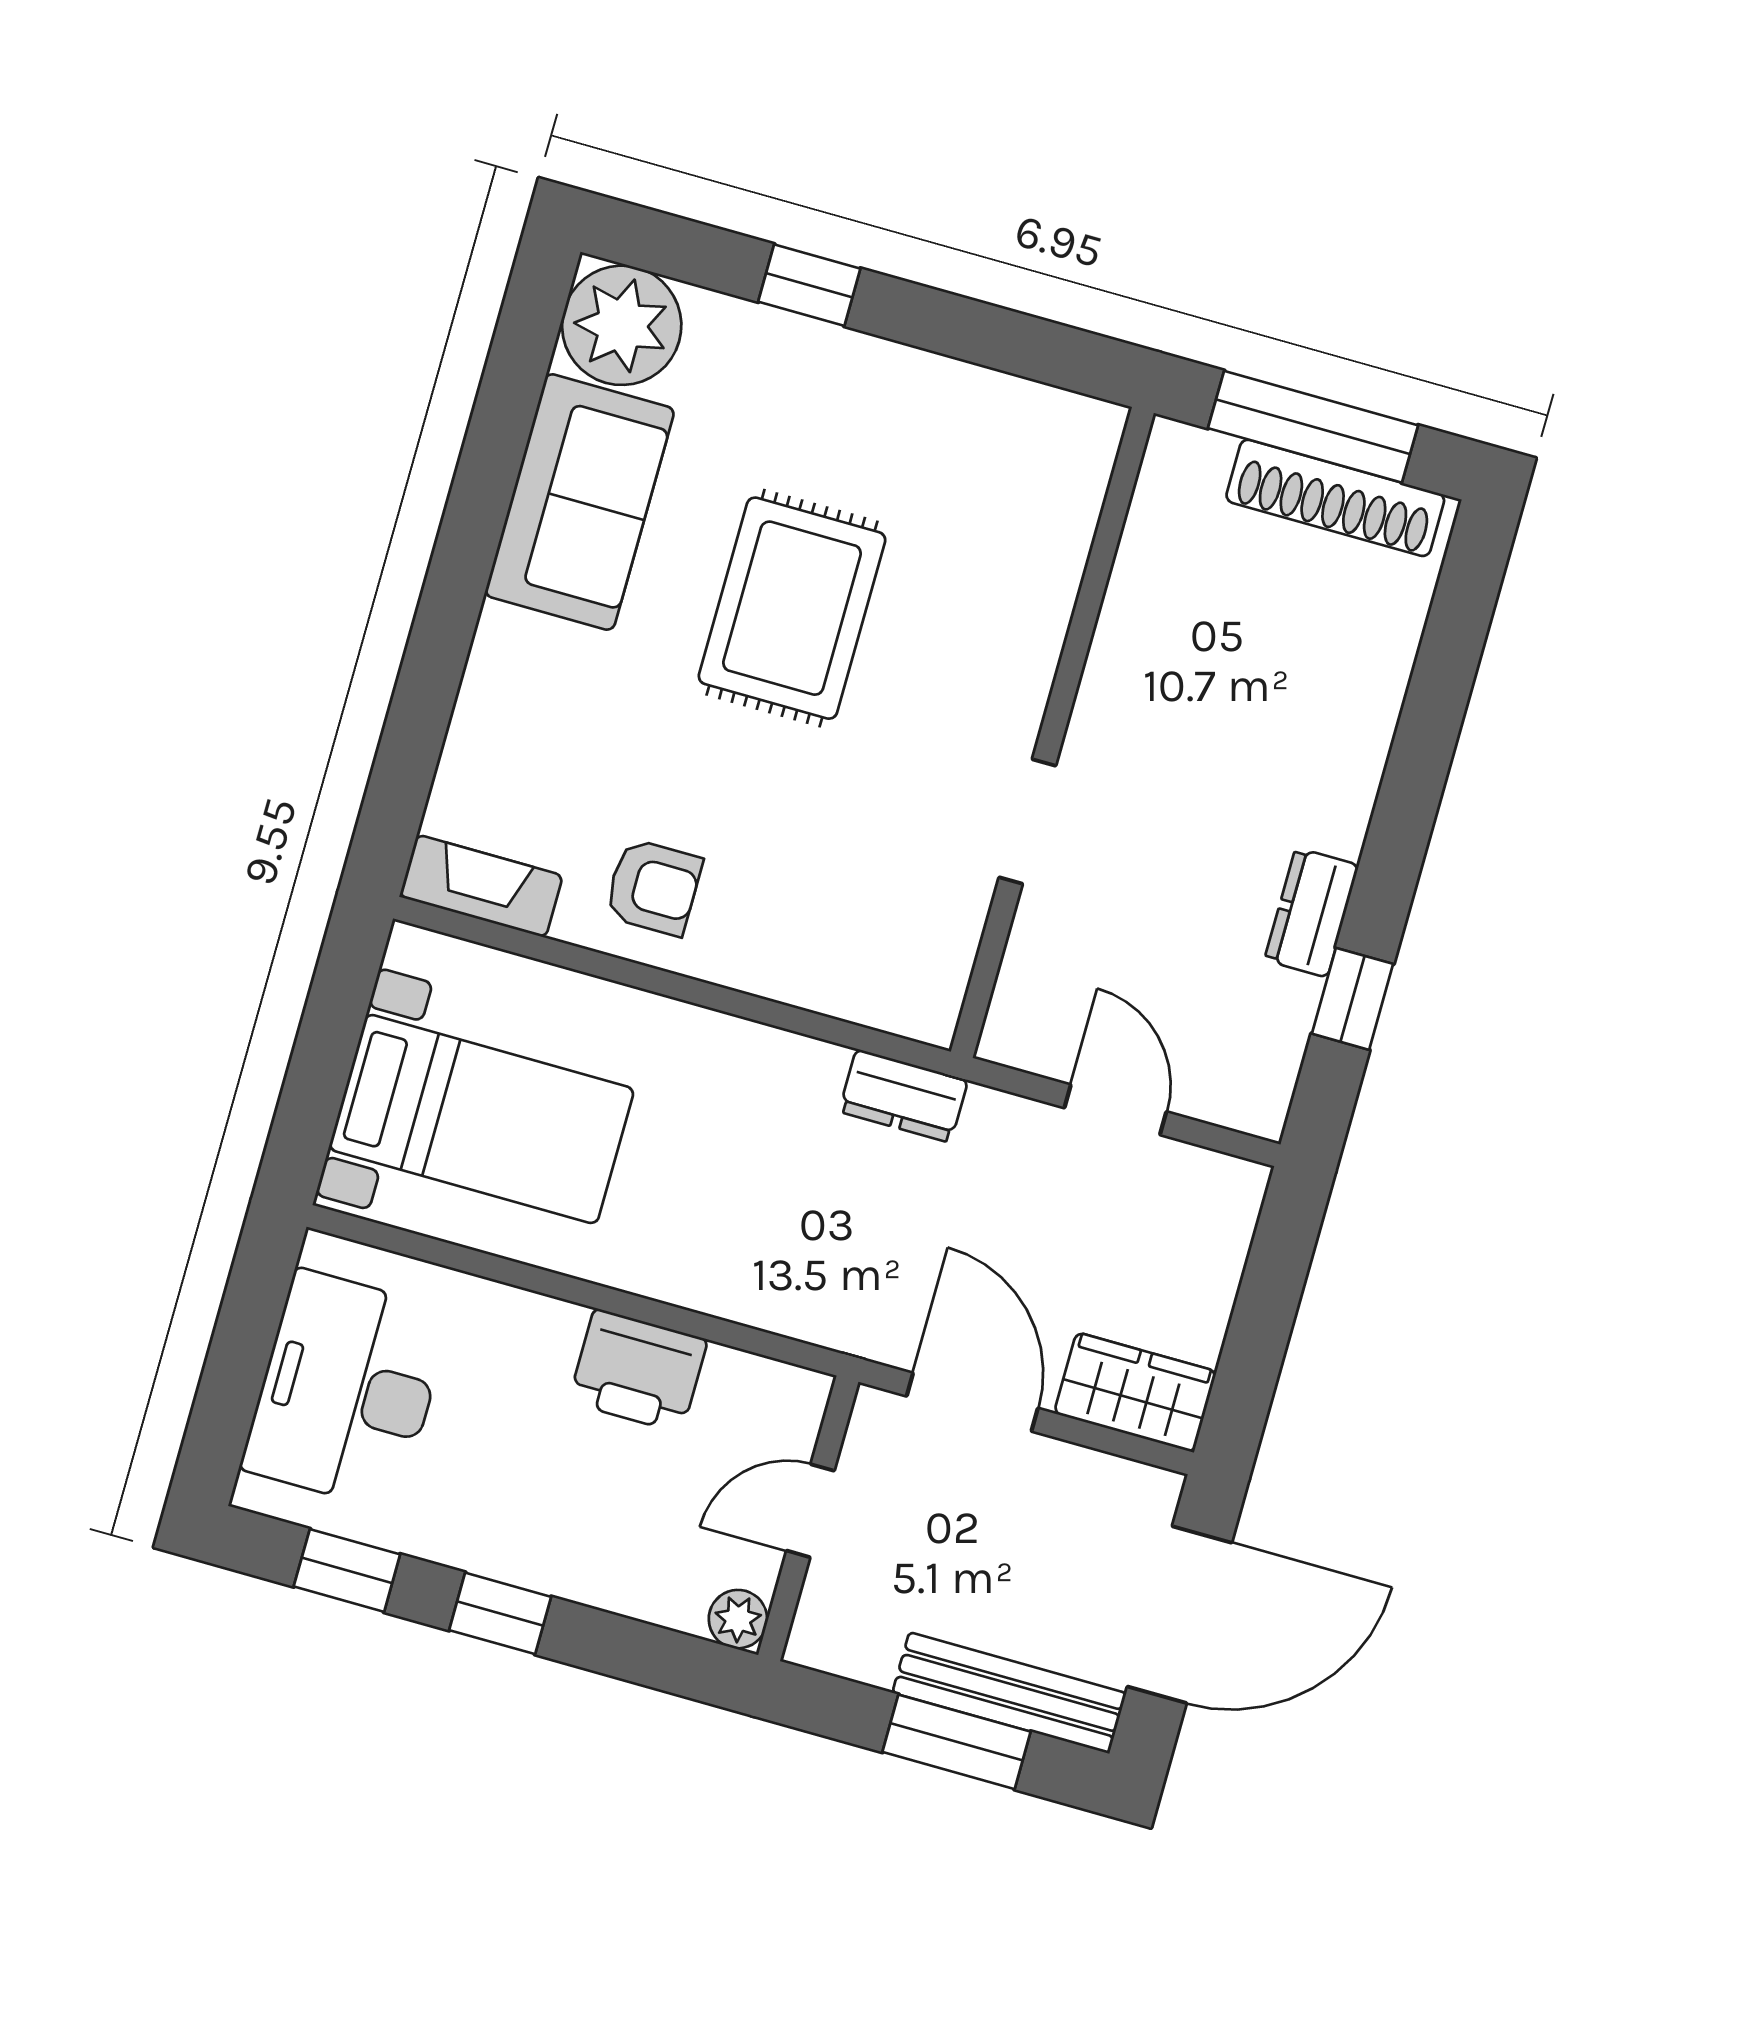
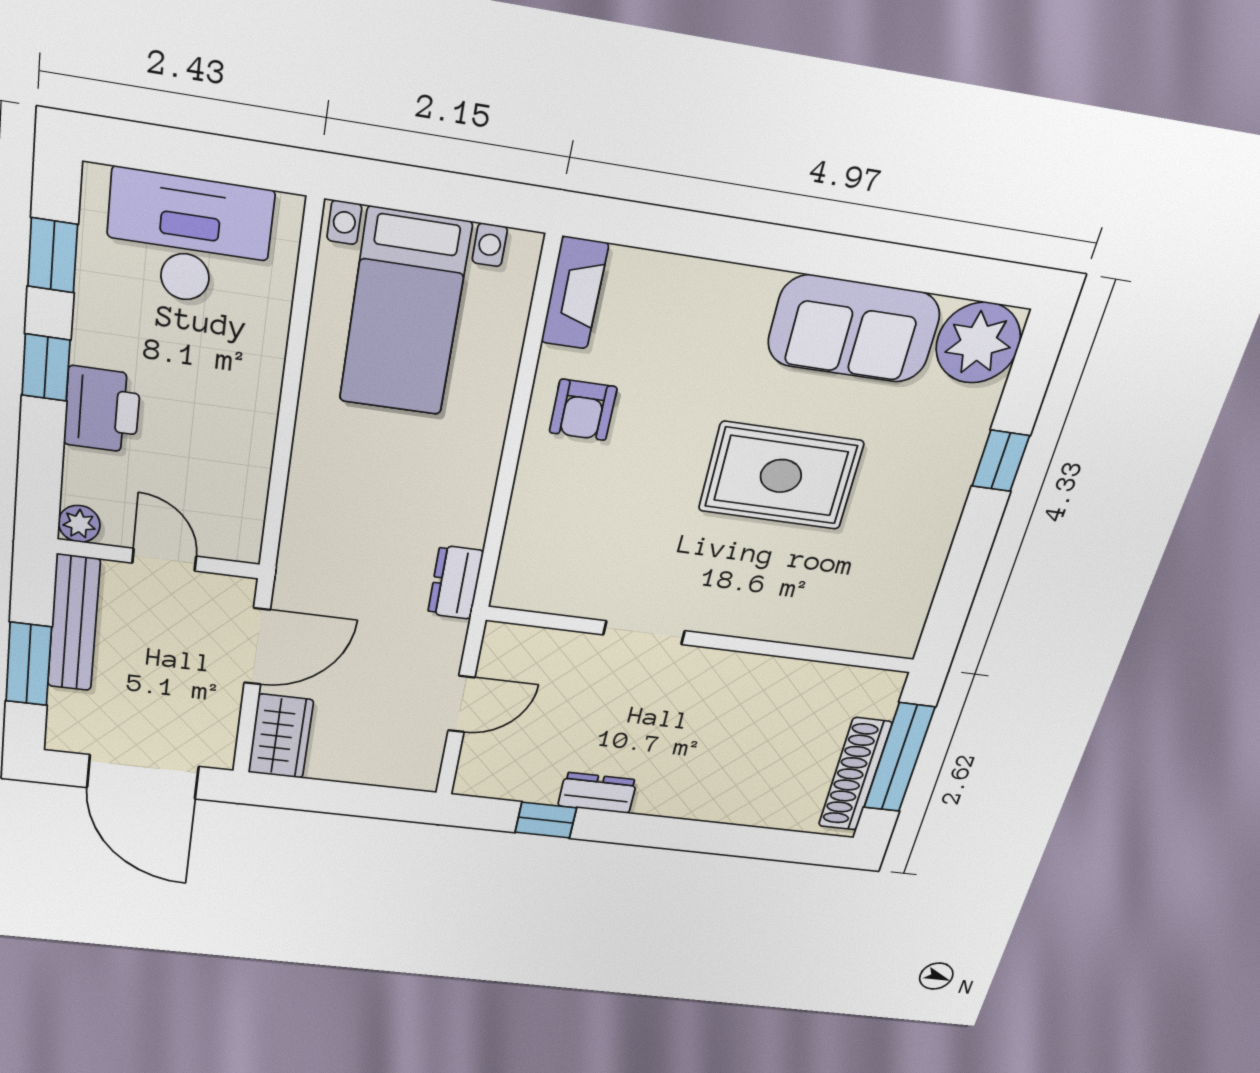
printer: (638, 1371) -> (102, 410), moved, turned 180
bench: (1009, 1693) -> (74, 623), moved

